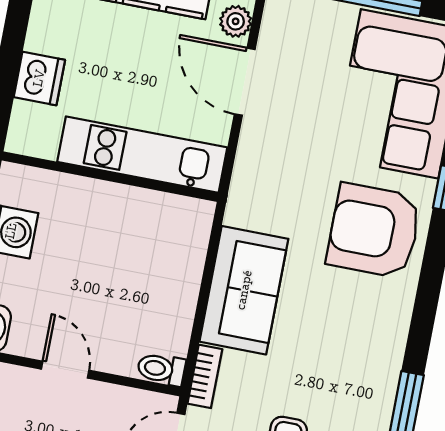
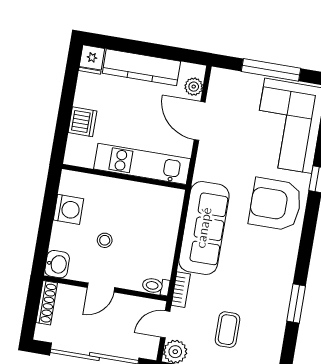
stool: (74, 287) -> (105, 240), added
sofa: (244, 290) -> (204, 228), width x1.36
door: (65, 370) -> (101, 288), swing flipped

